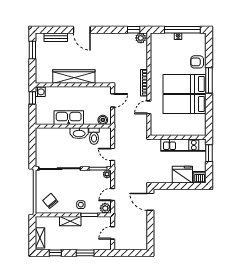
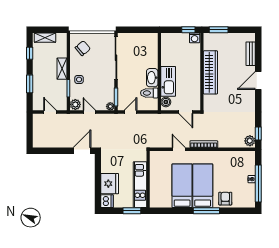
window: (32, 50) -> (219, 30), moved
kitchen sink: (69, 118) -> (168, 81), moved

